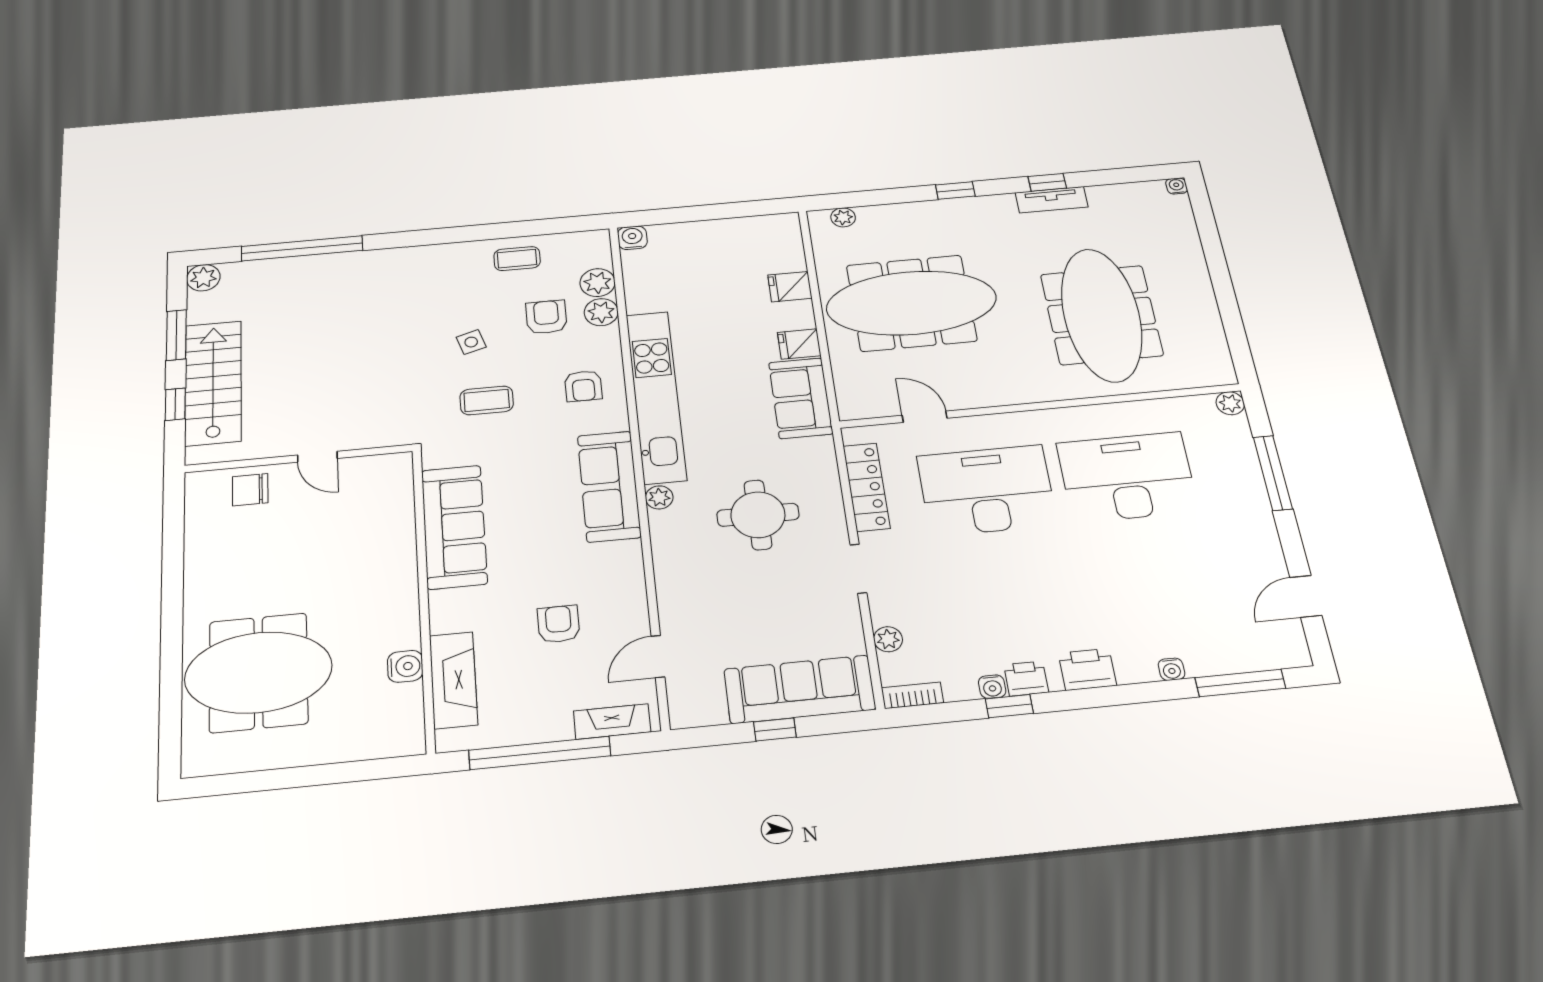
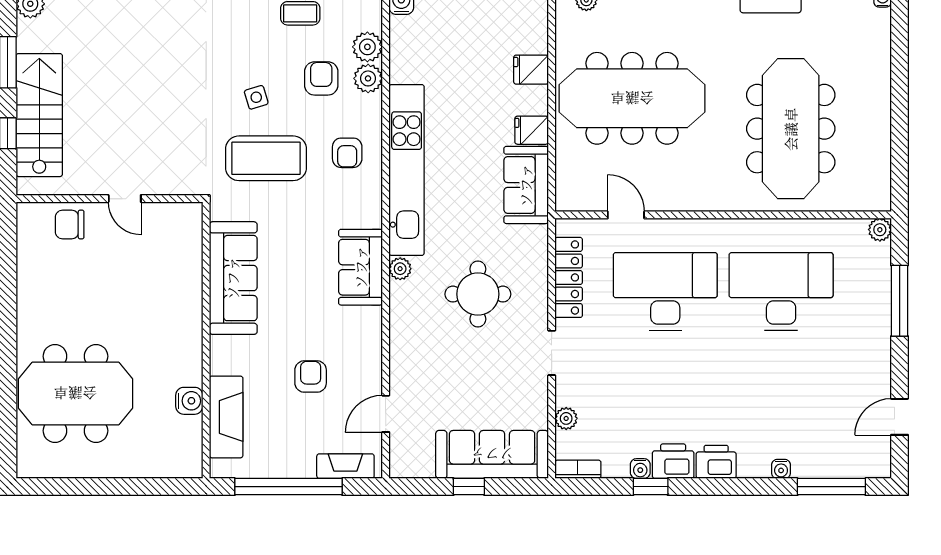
coffee table: (487, 400) -> (266, 158), width x1.86, depth x1.72
sofa: (609, 486) -> (361, 267), width x0.73
printer: (1026, 679) -> (673, 461), width x1.36, depth x1.24

